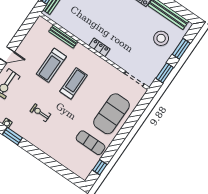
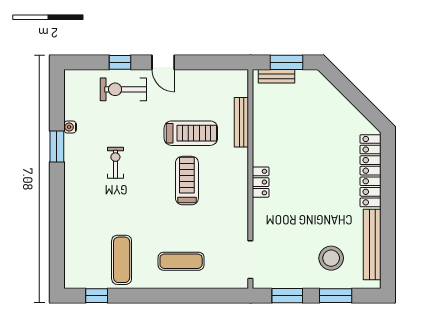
treadmill: (51, 65) -> (191, 133), turned 180
treadmill: (74, 83) -> (187, 181), turned -90
exercise mat: (112, 114) -> (181, 261), width x0.50, depth x0.69

